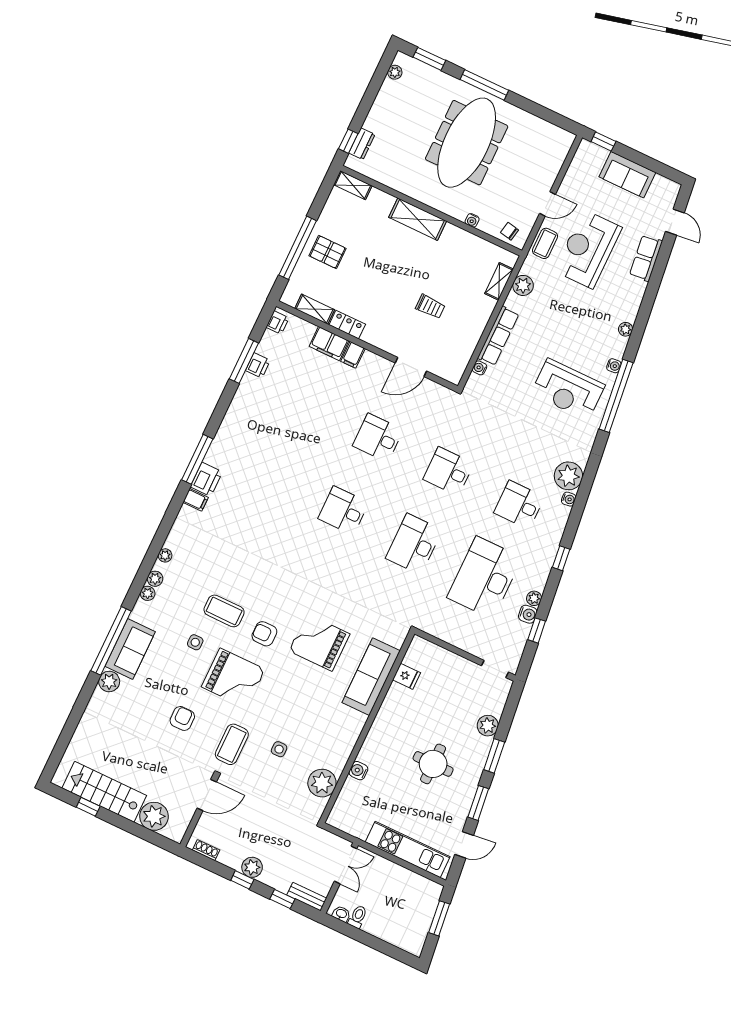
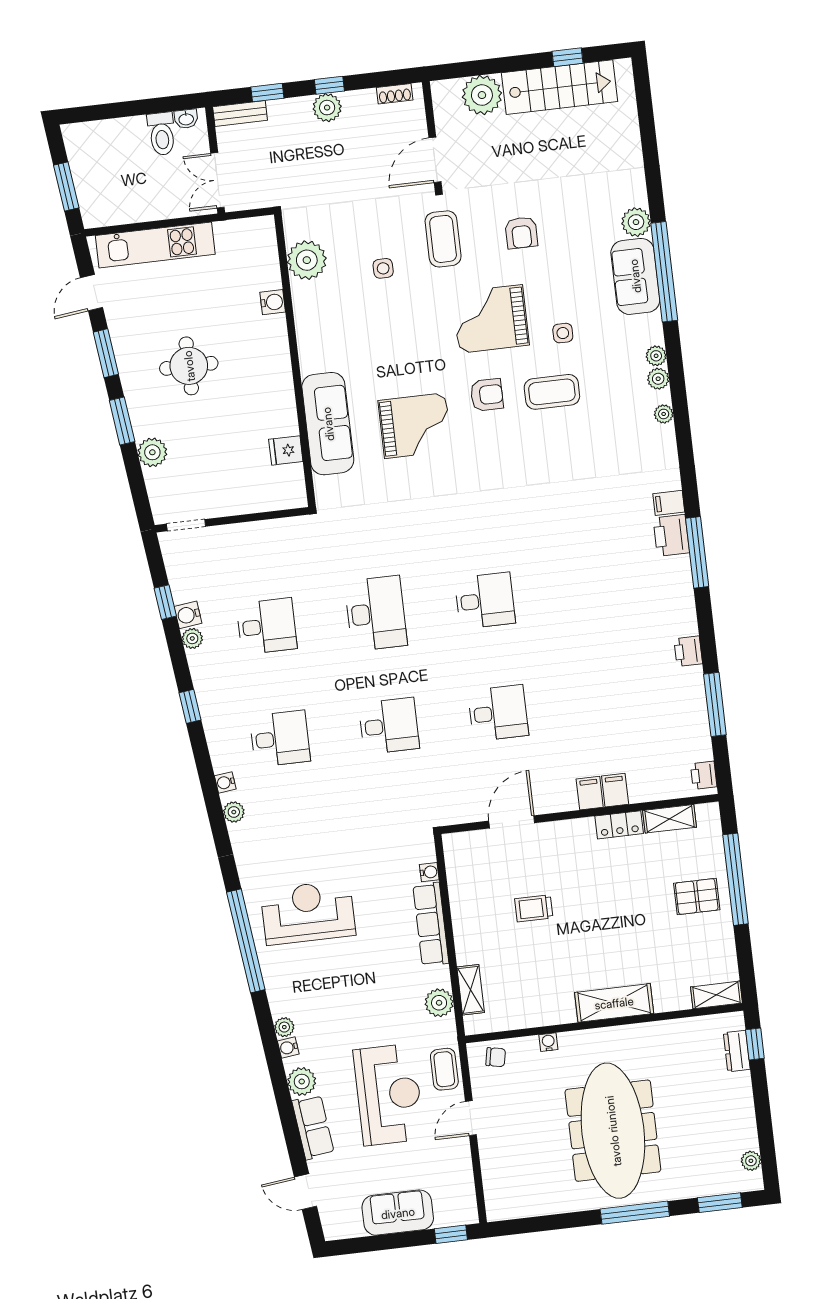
plant: (636, 290) -> (302, 1081), added
filing cabinet: (329, 343) -> (615, 790), width x0.50
printer: (258, 365) -> (688, 651), moved
water cooler: (614, 366) -> (288, 1048), moved
plant: (568, 476) -> (234, 812), width x0.53, depth x0.53
desk: (485, 578) -> (267, 626), width x0.53, depth x0.77
toilet: (358, 917) -> (162, 134), width x1.37, depth x1.39

